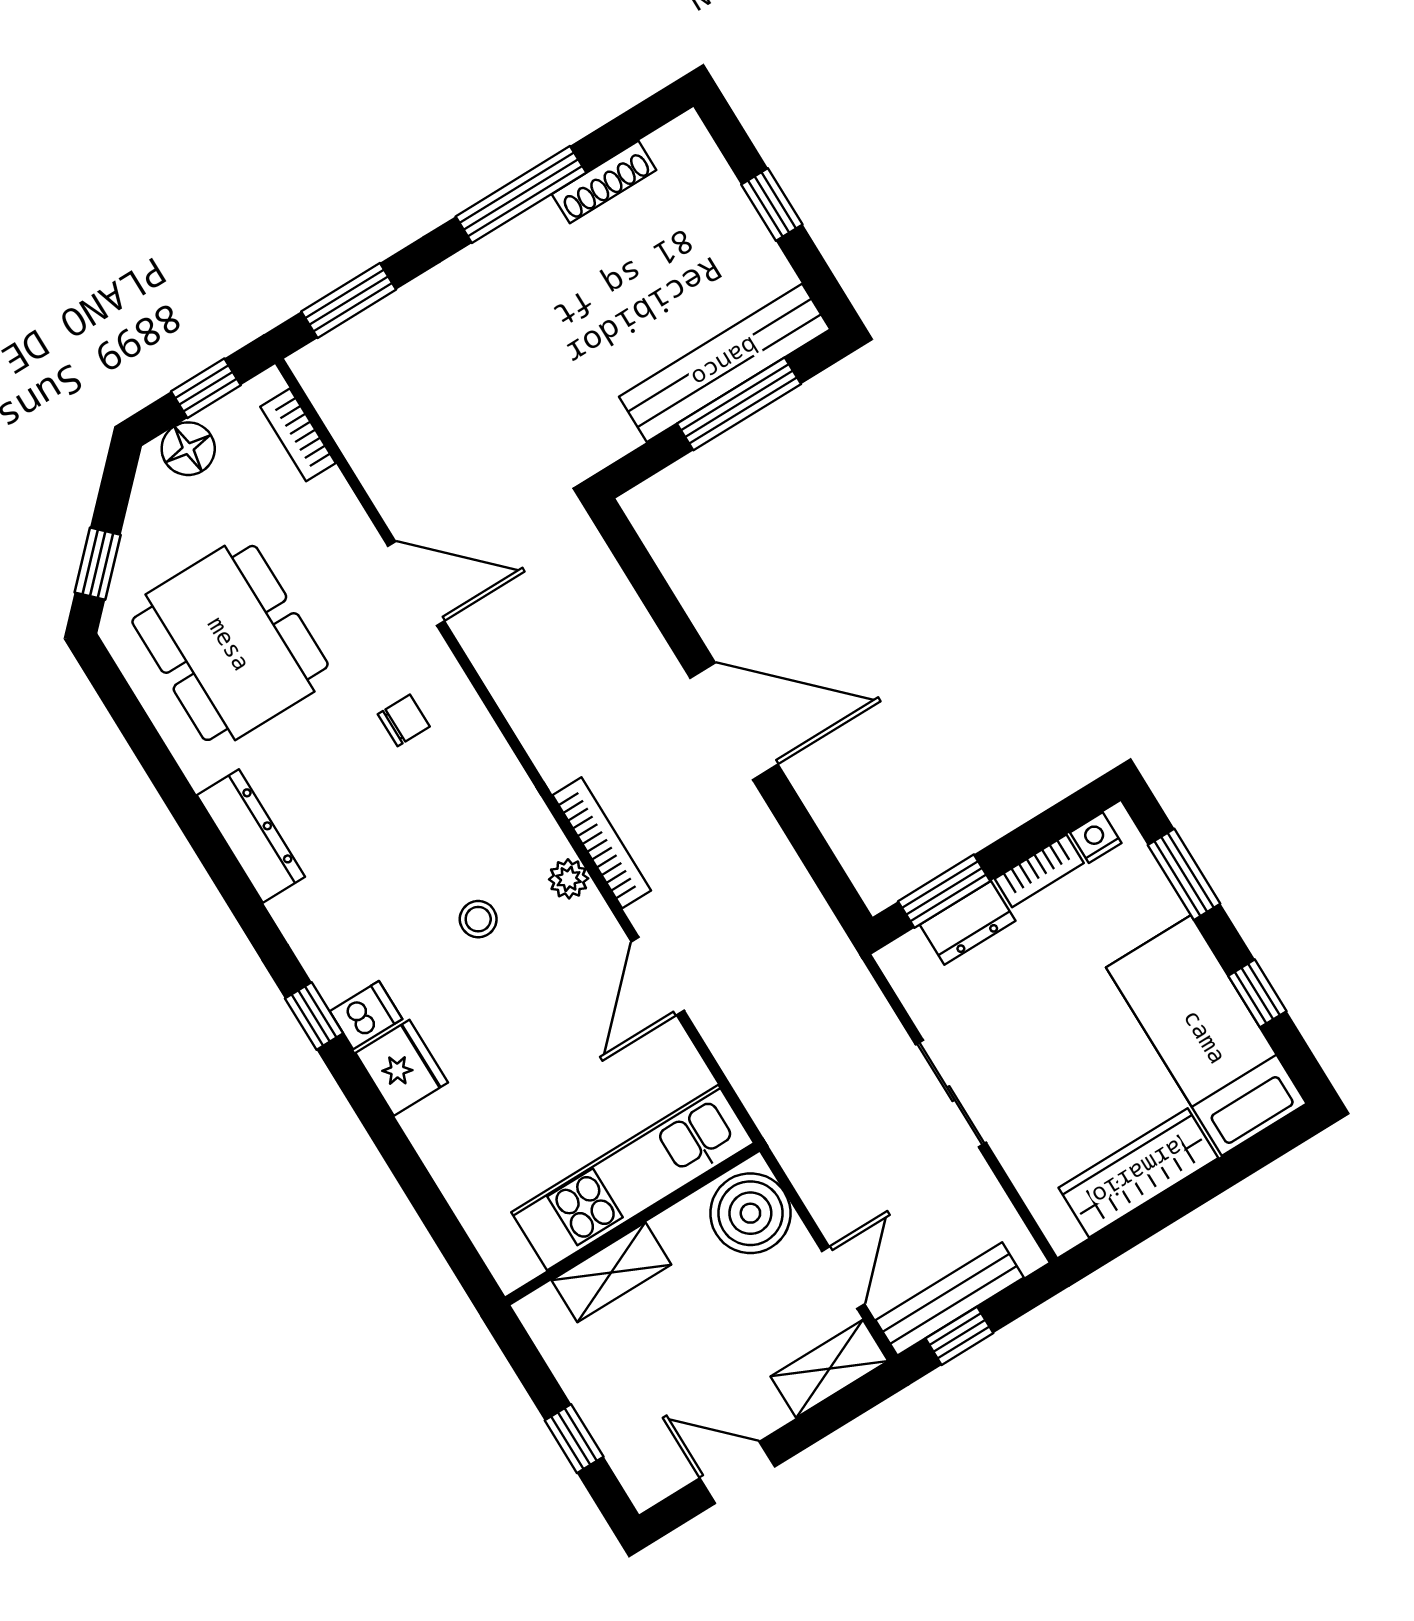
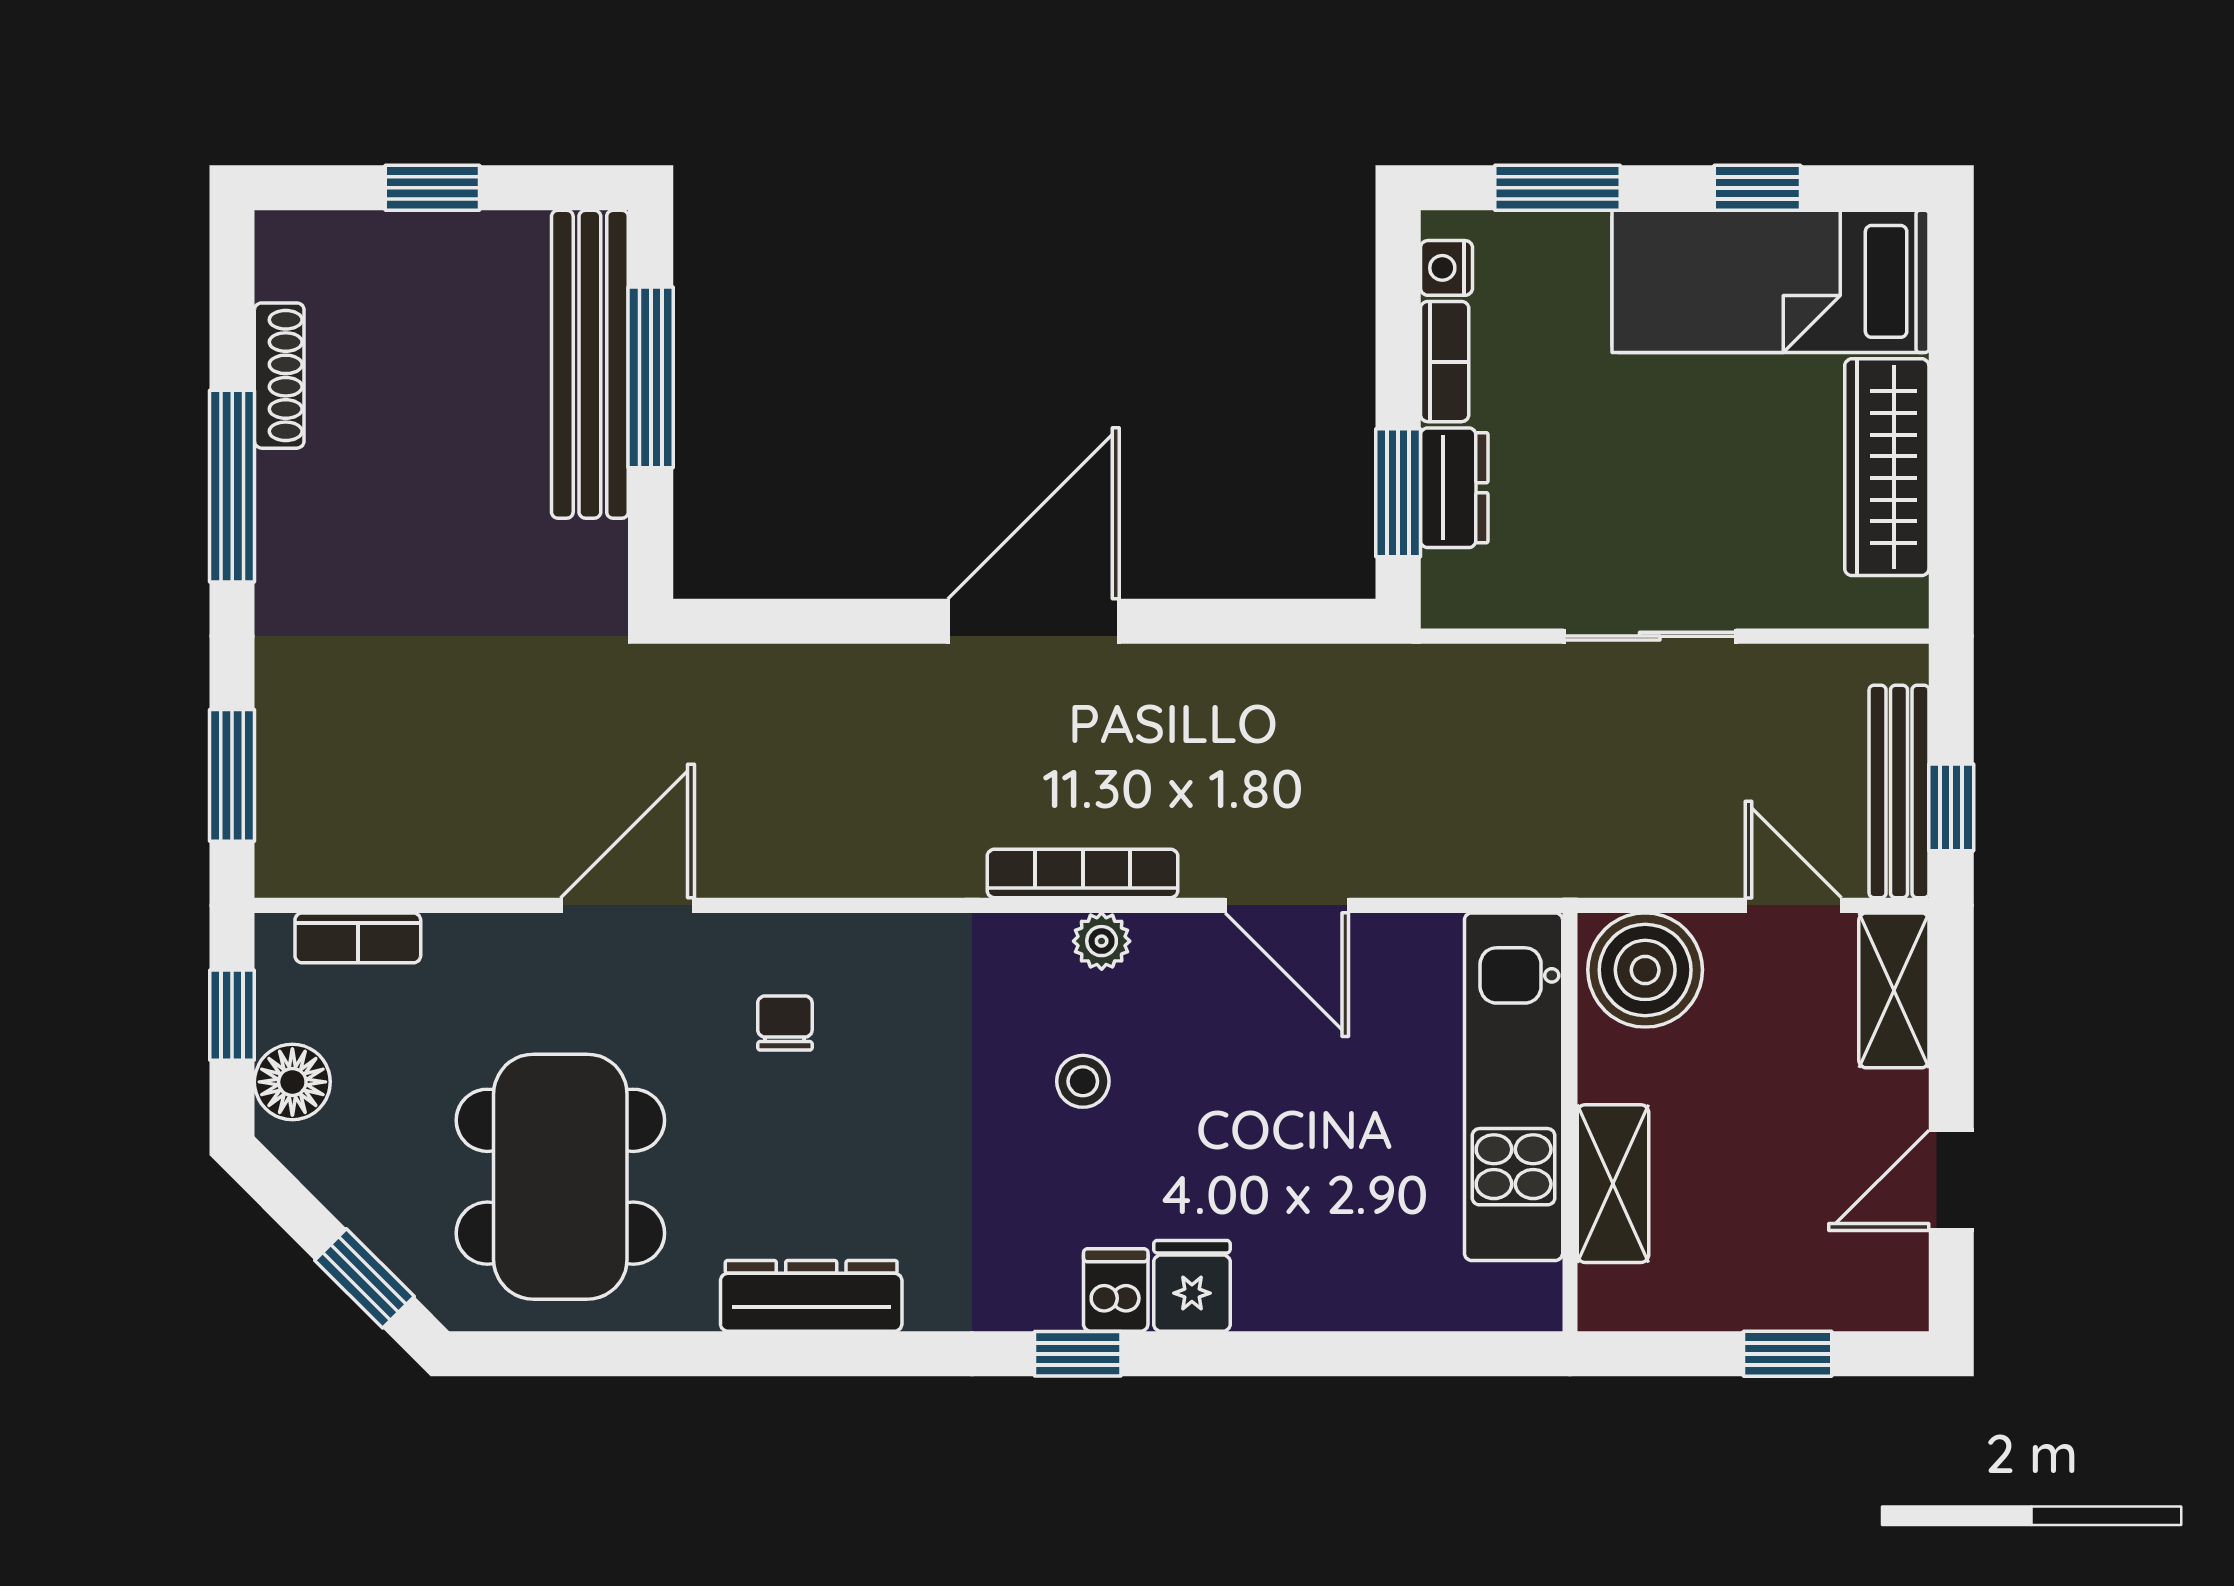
dining table: (230, 643) -> (560, 1177), turned 90
fridge: (402, 1068) -> (1192, 1286), width x0.72

